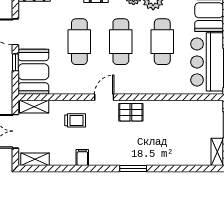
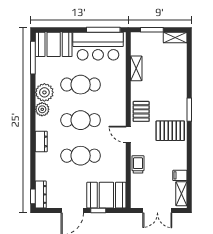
shelving: (34, 107) -> (136, 68), moved
trolley: (75, 120) -> (138, 164), moved
pallet: (108, 146) -> (170, 131), added
filing cabinet: (82, 157) -> (180, 175), moved

